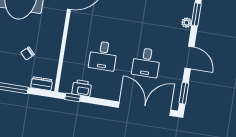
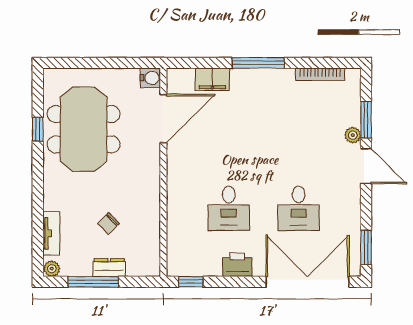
door: (189, 58) -> (366, 166), moved
dresser: (42, 84) -> (109, 268), moved
printer: (82, 88) -> (237, 265), moved

